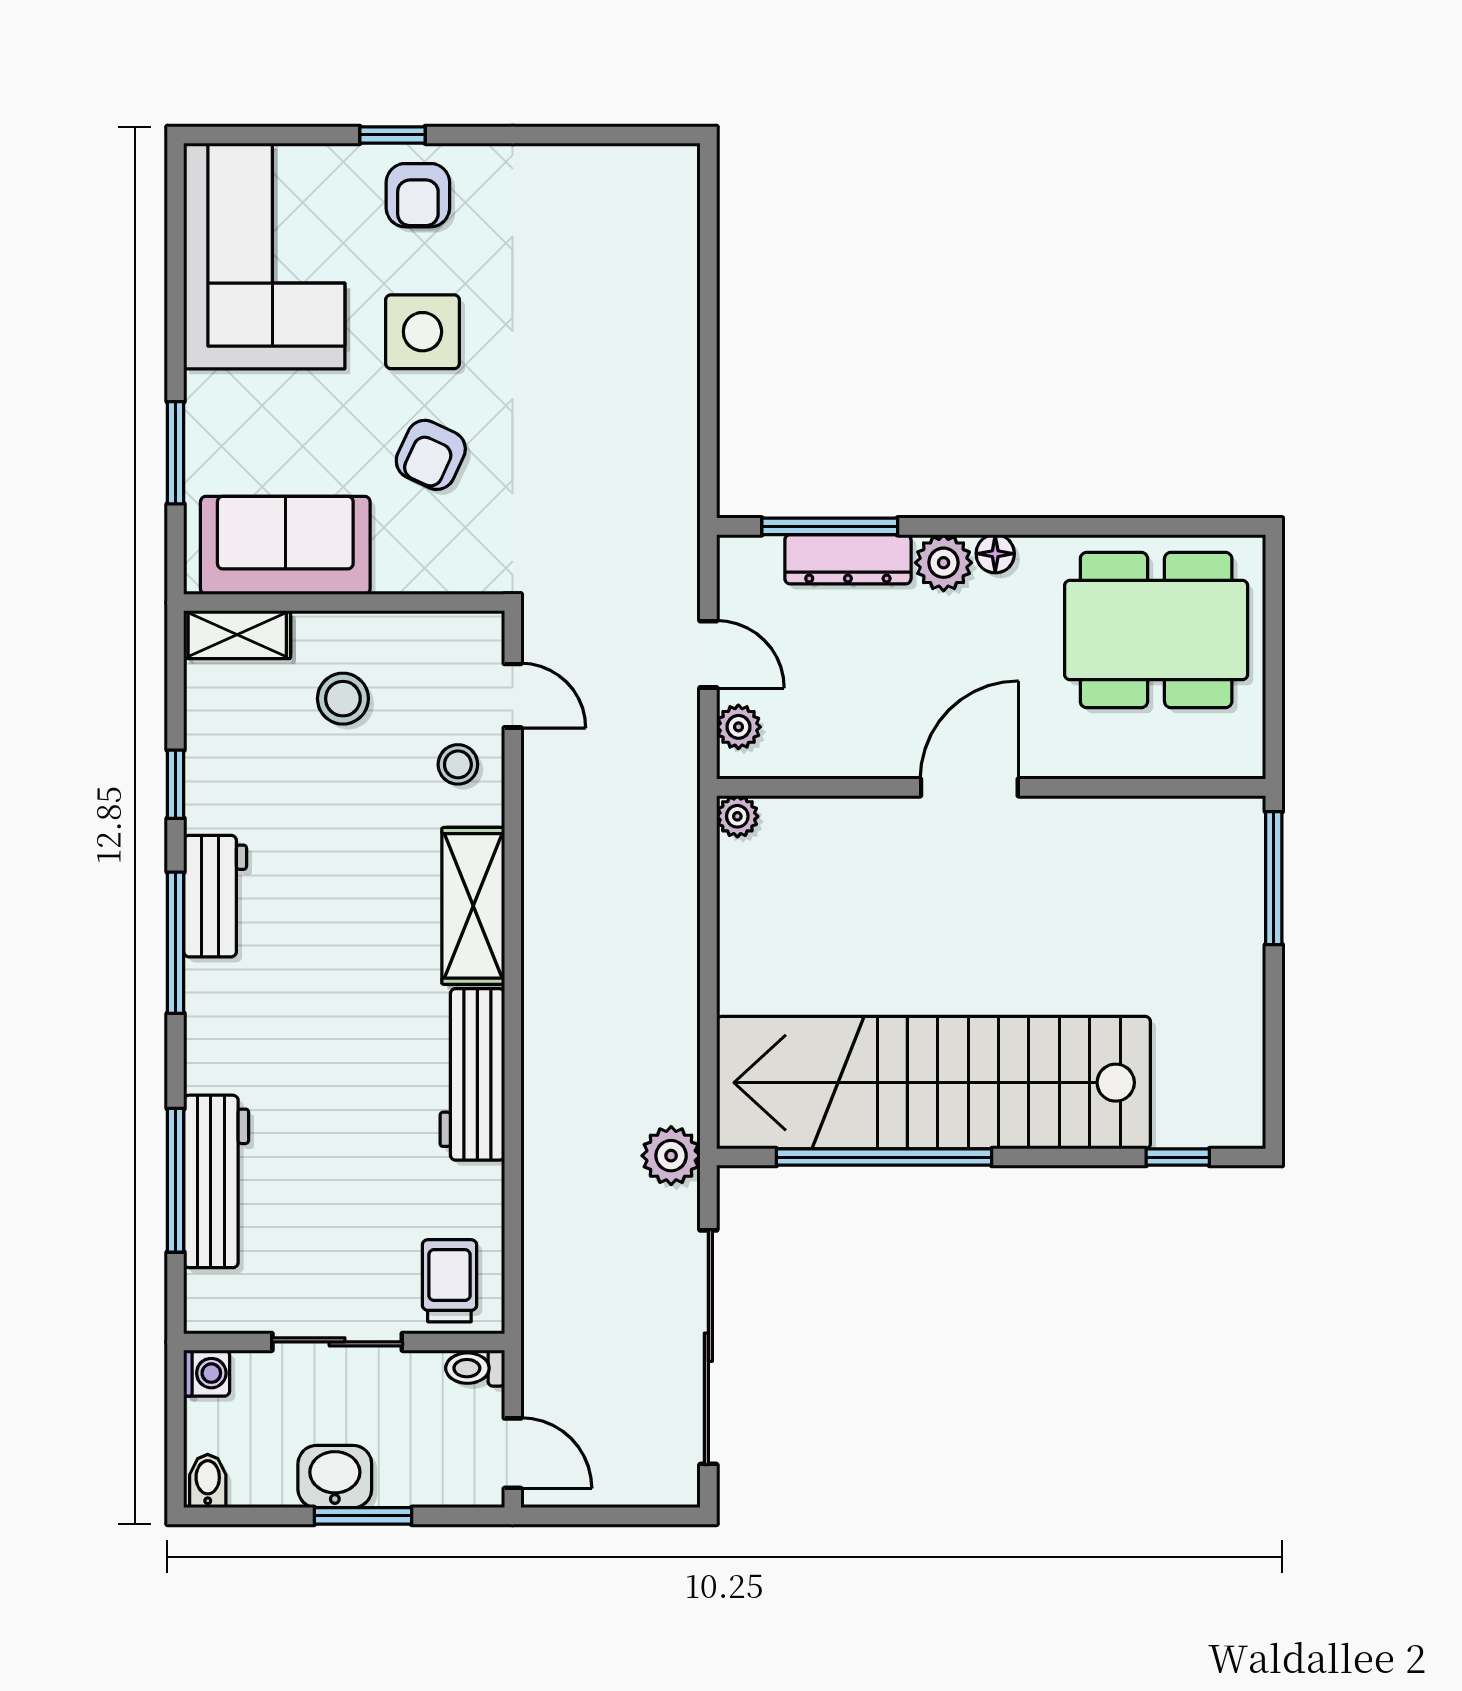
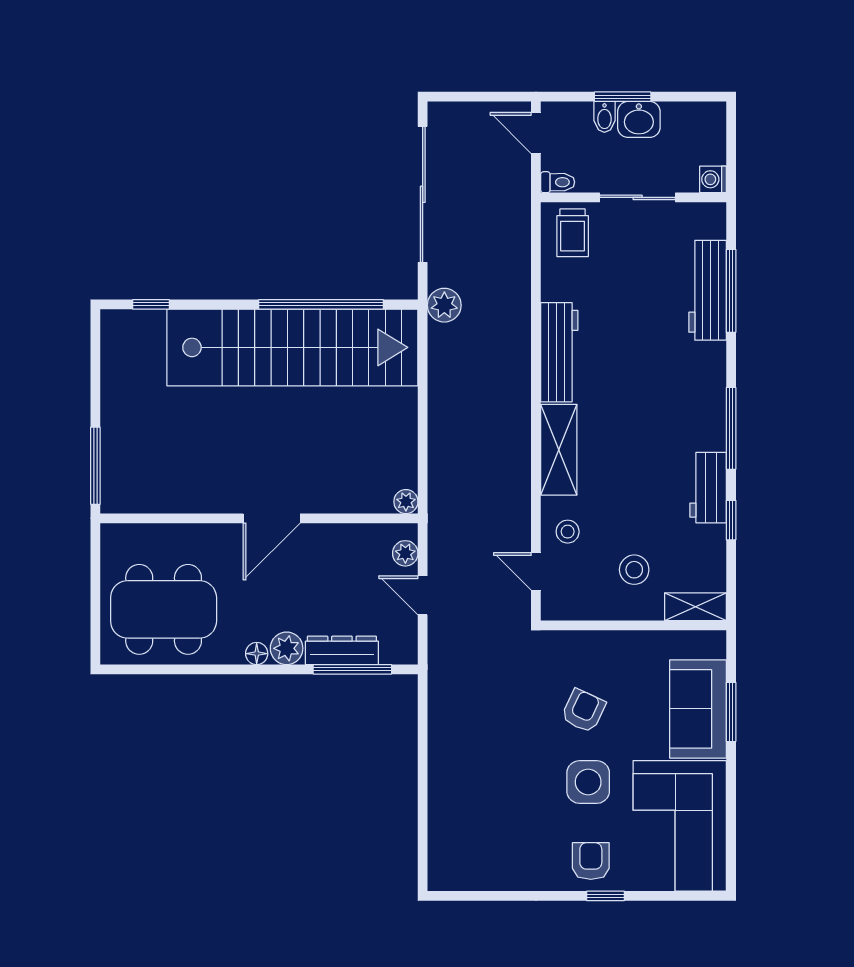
sofa: (285, 545) -> (698, 709), moved, turned 90
workbench: (215, 896) -> (708, 488), moved
bidet: (208, 1481) -> (604, 117), moved

